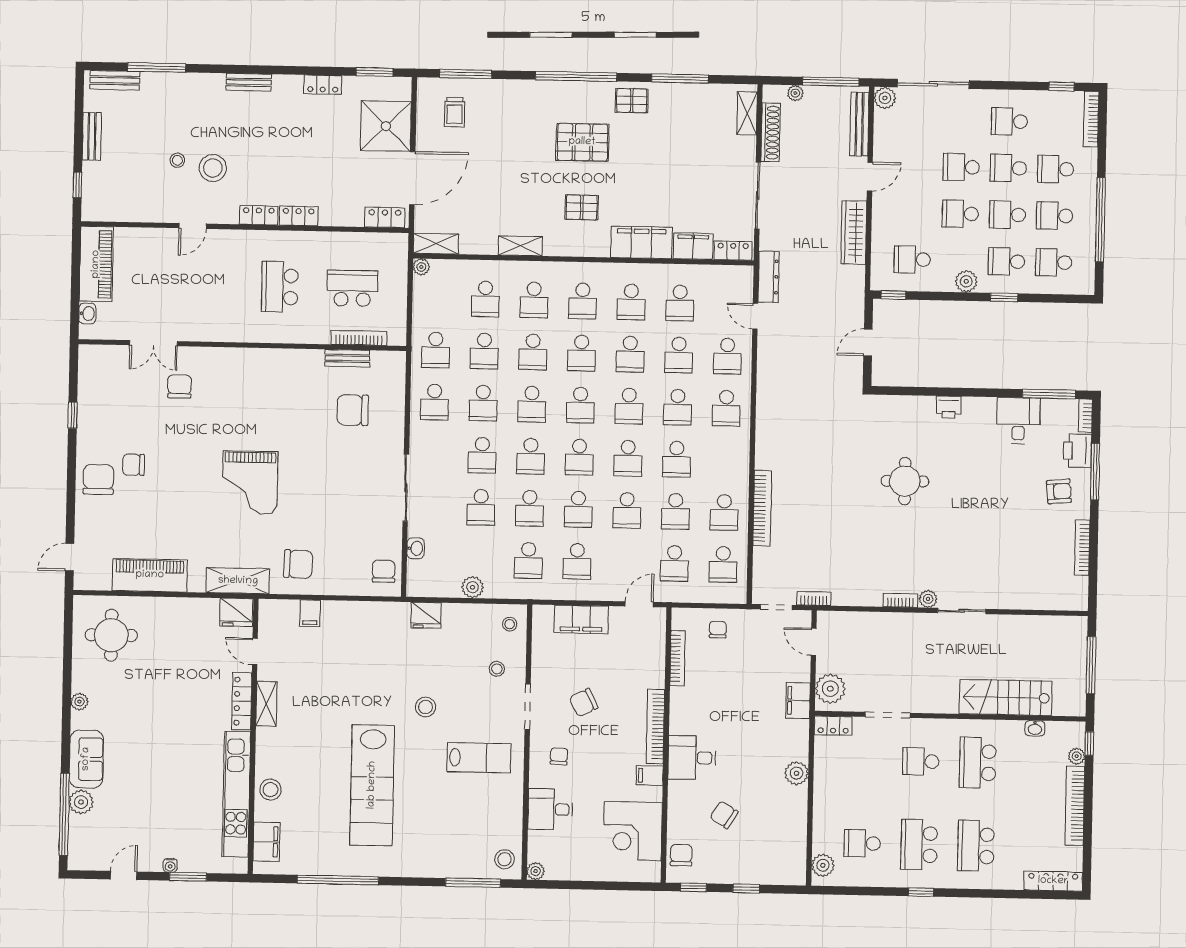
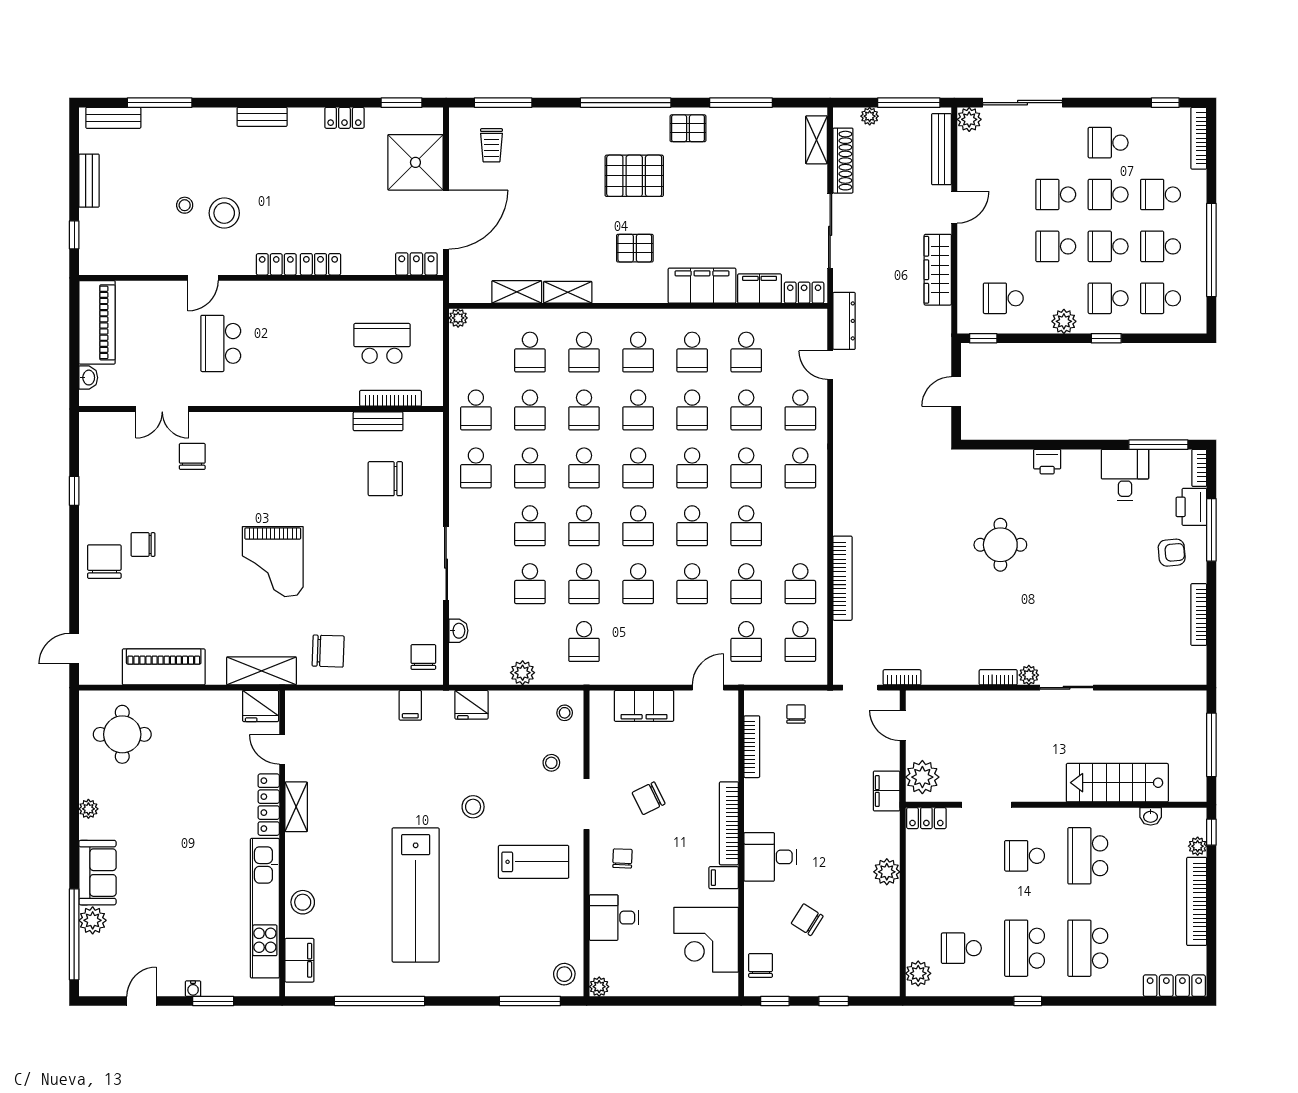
shelving: (436, 244) -> (517, 292), moved
school desk: (280, 287) -> (221, 343), moved
school desk: (577, 561) -> (638, 642), removed
filing cabinet: (310, 613) -> (410, 705), moved

